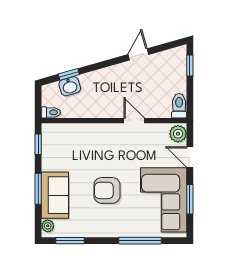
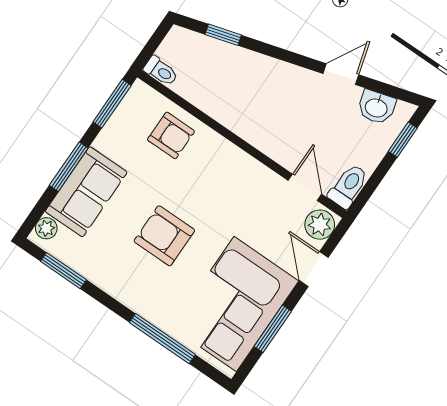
washbasin: (70, 86) -> (376, 107), moved
door: (134, 121) -> (305, 187), moved
armchair: (77, 140) -> (171, 135), added
window: (38, 144) -> (112, 104), width x1.50

